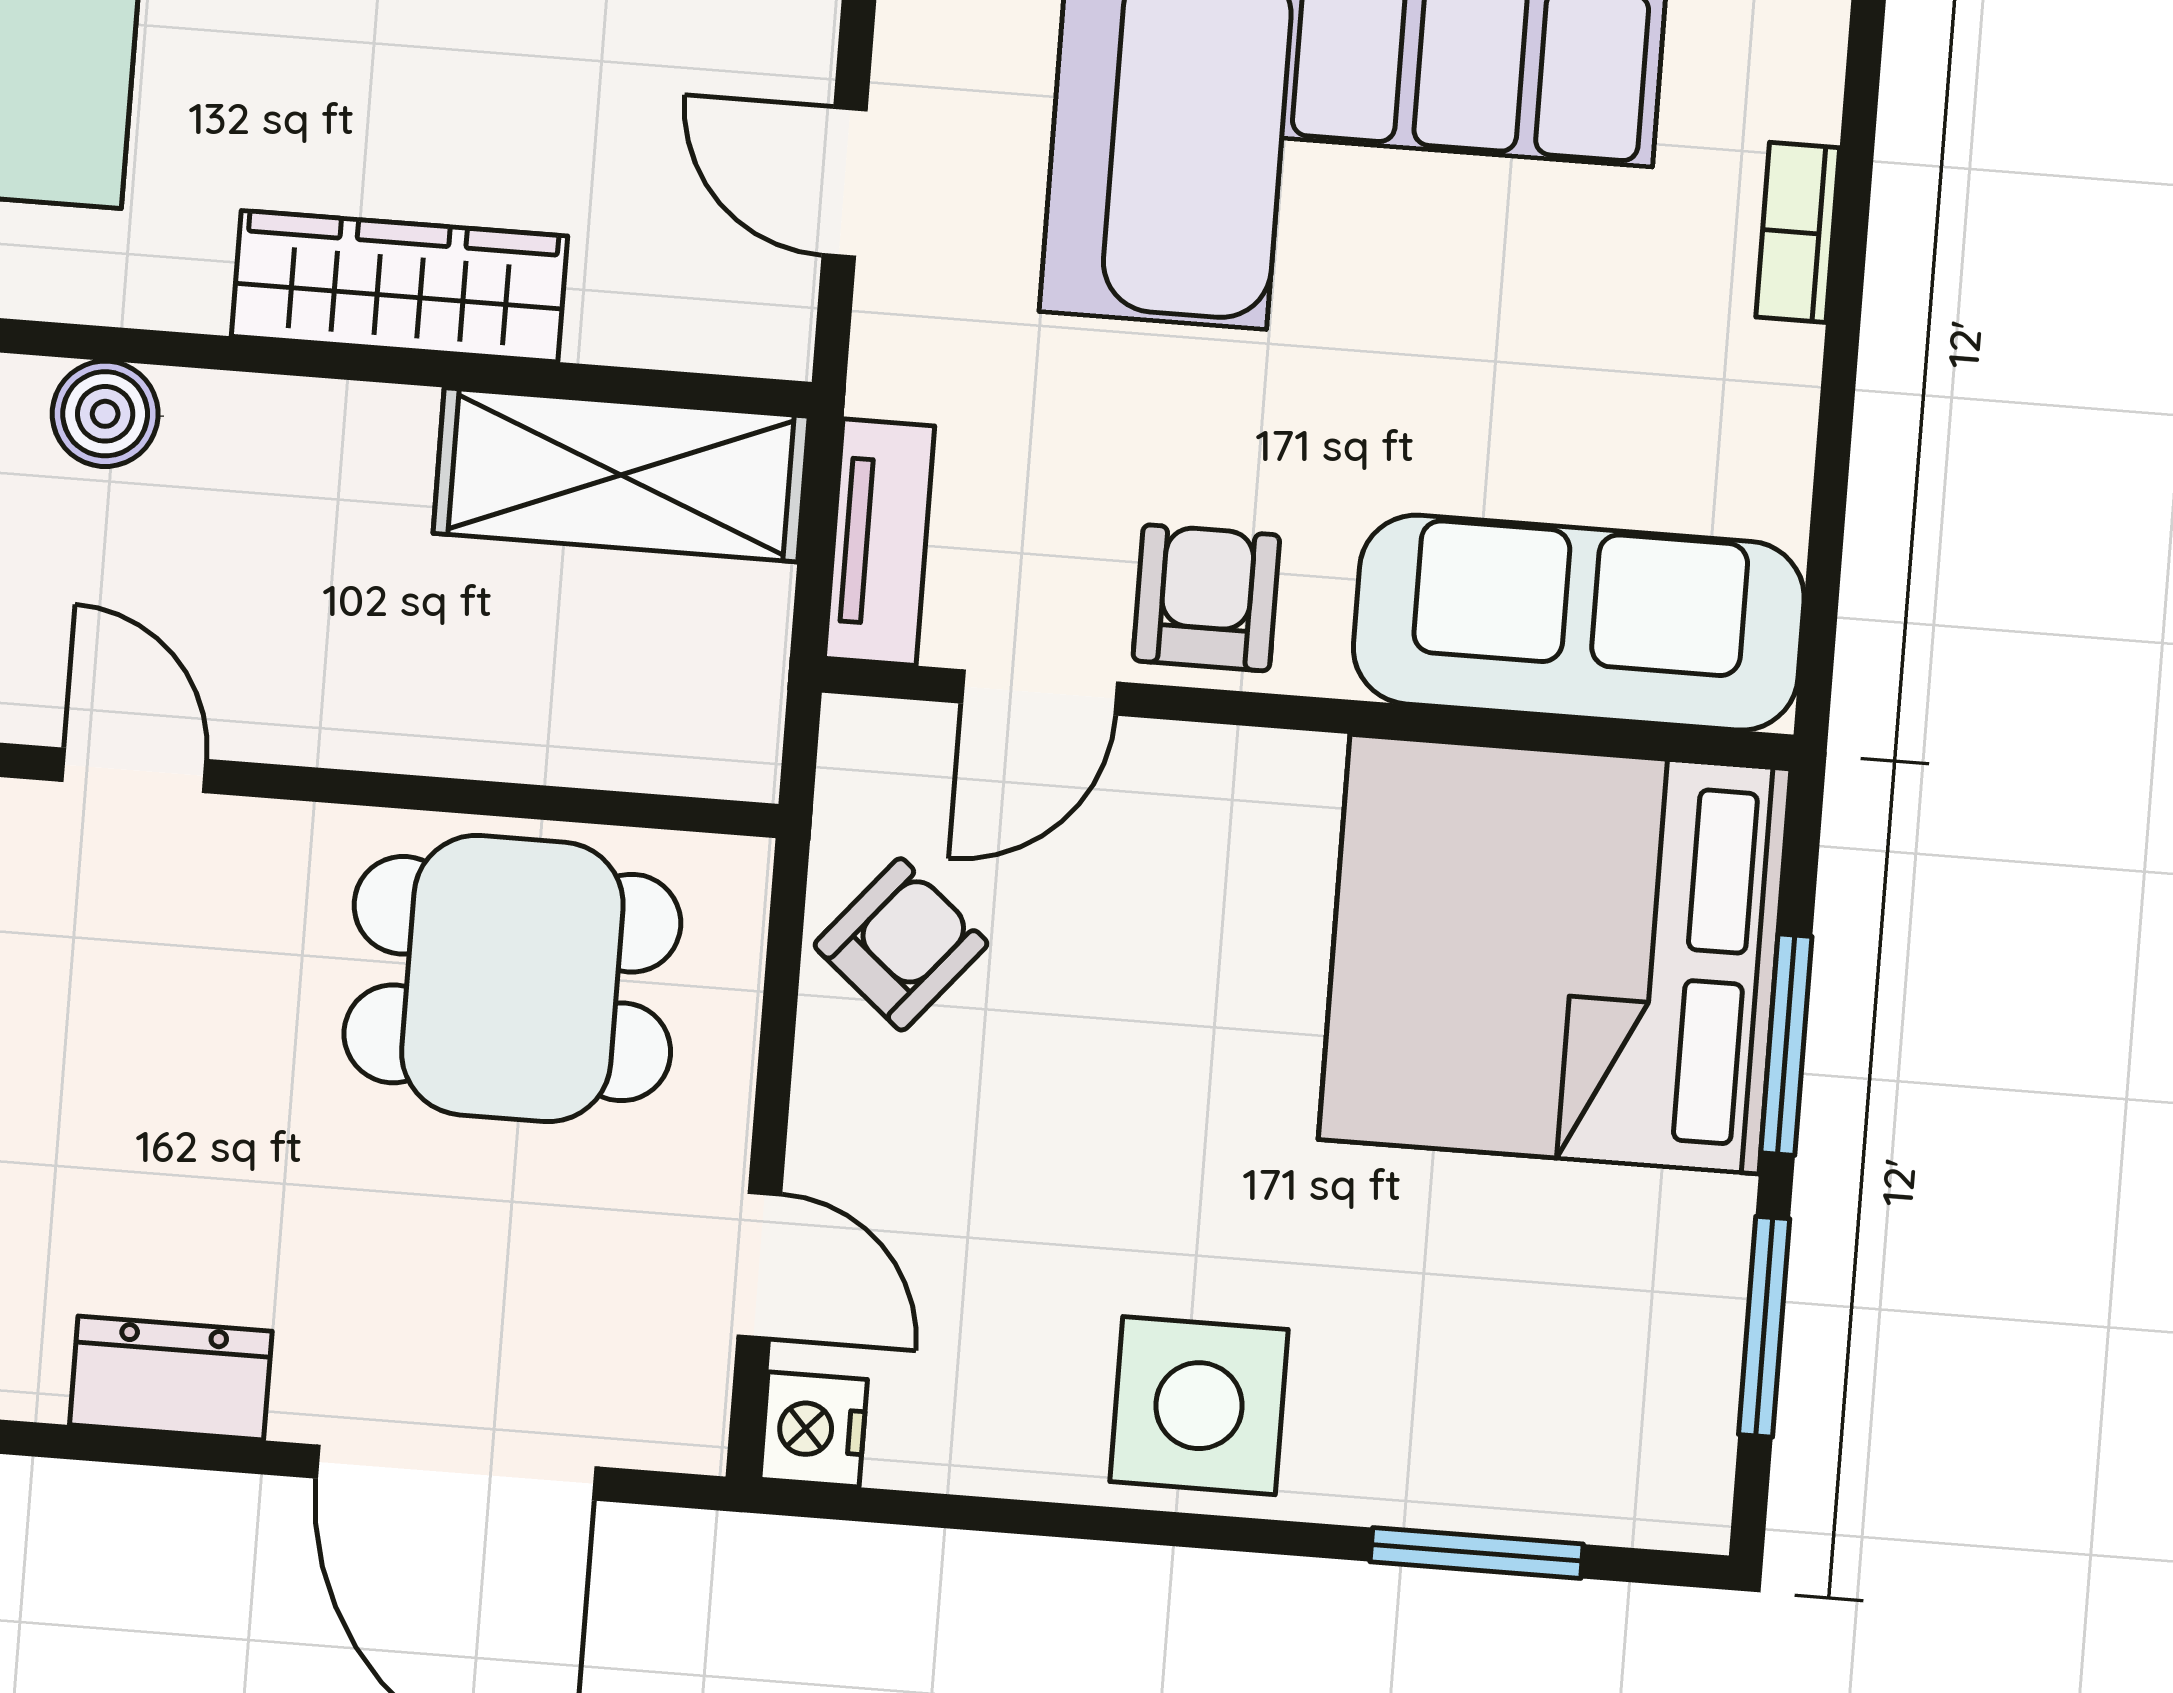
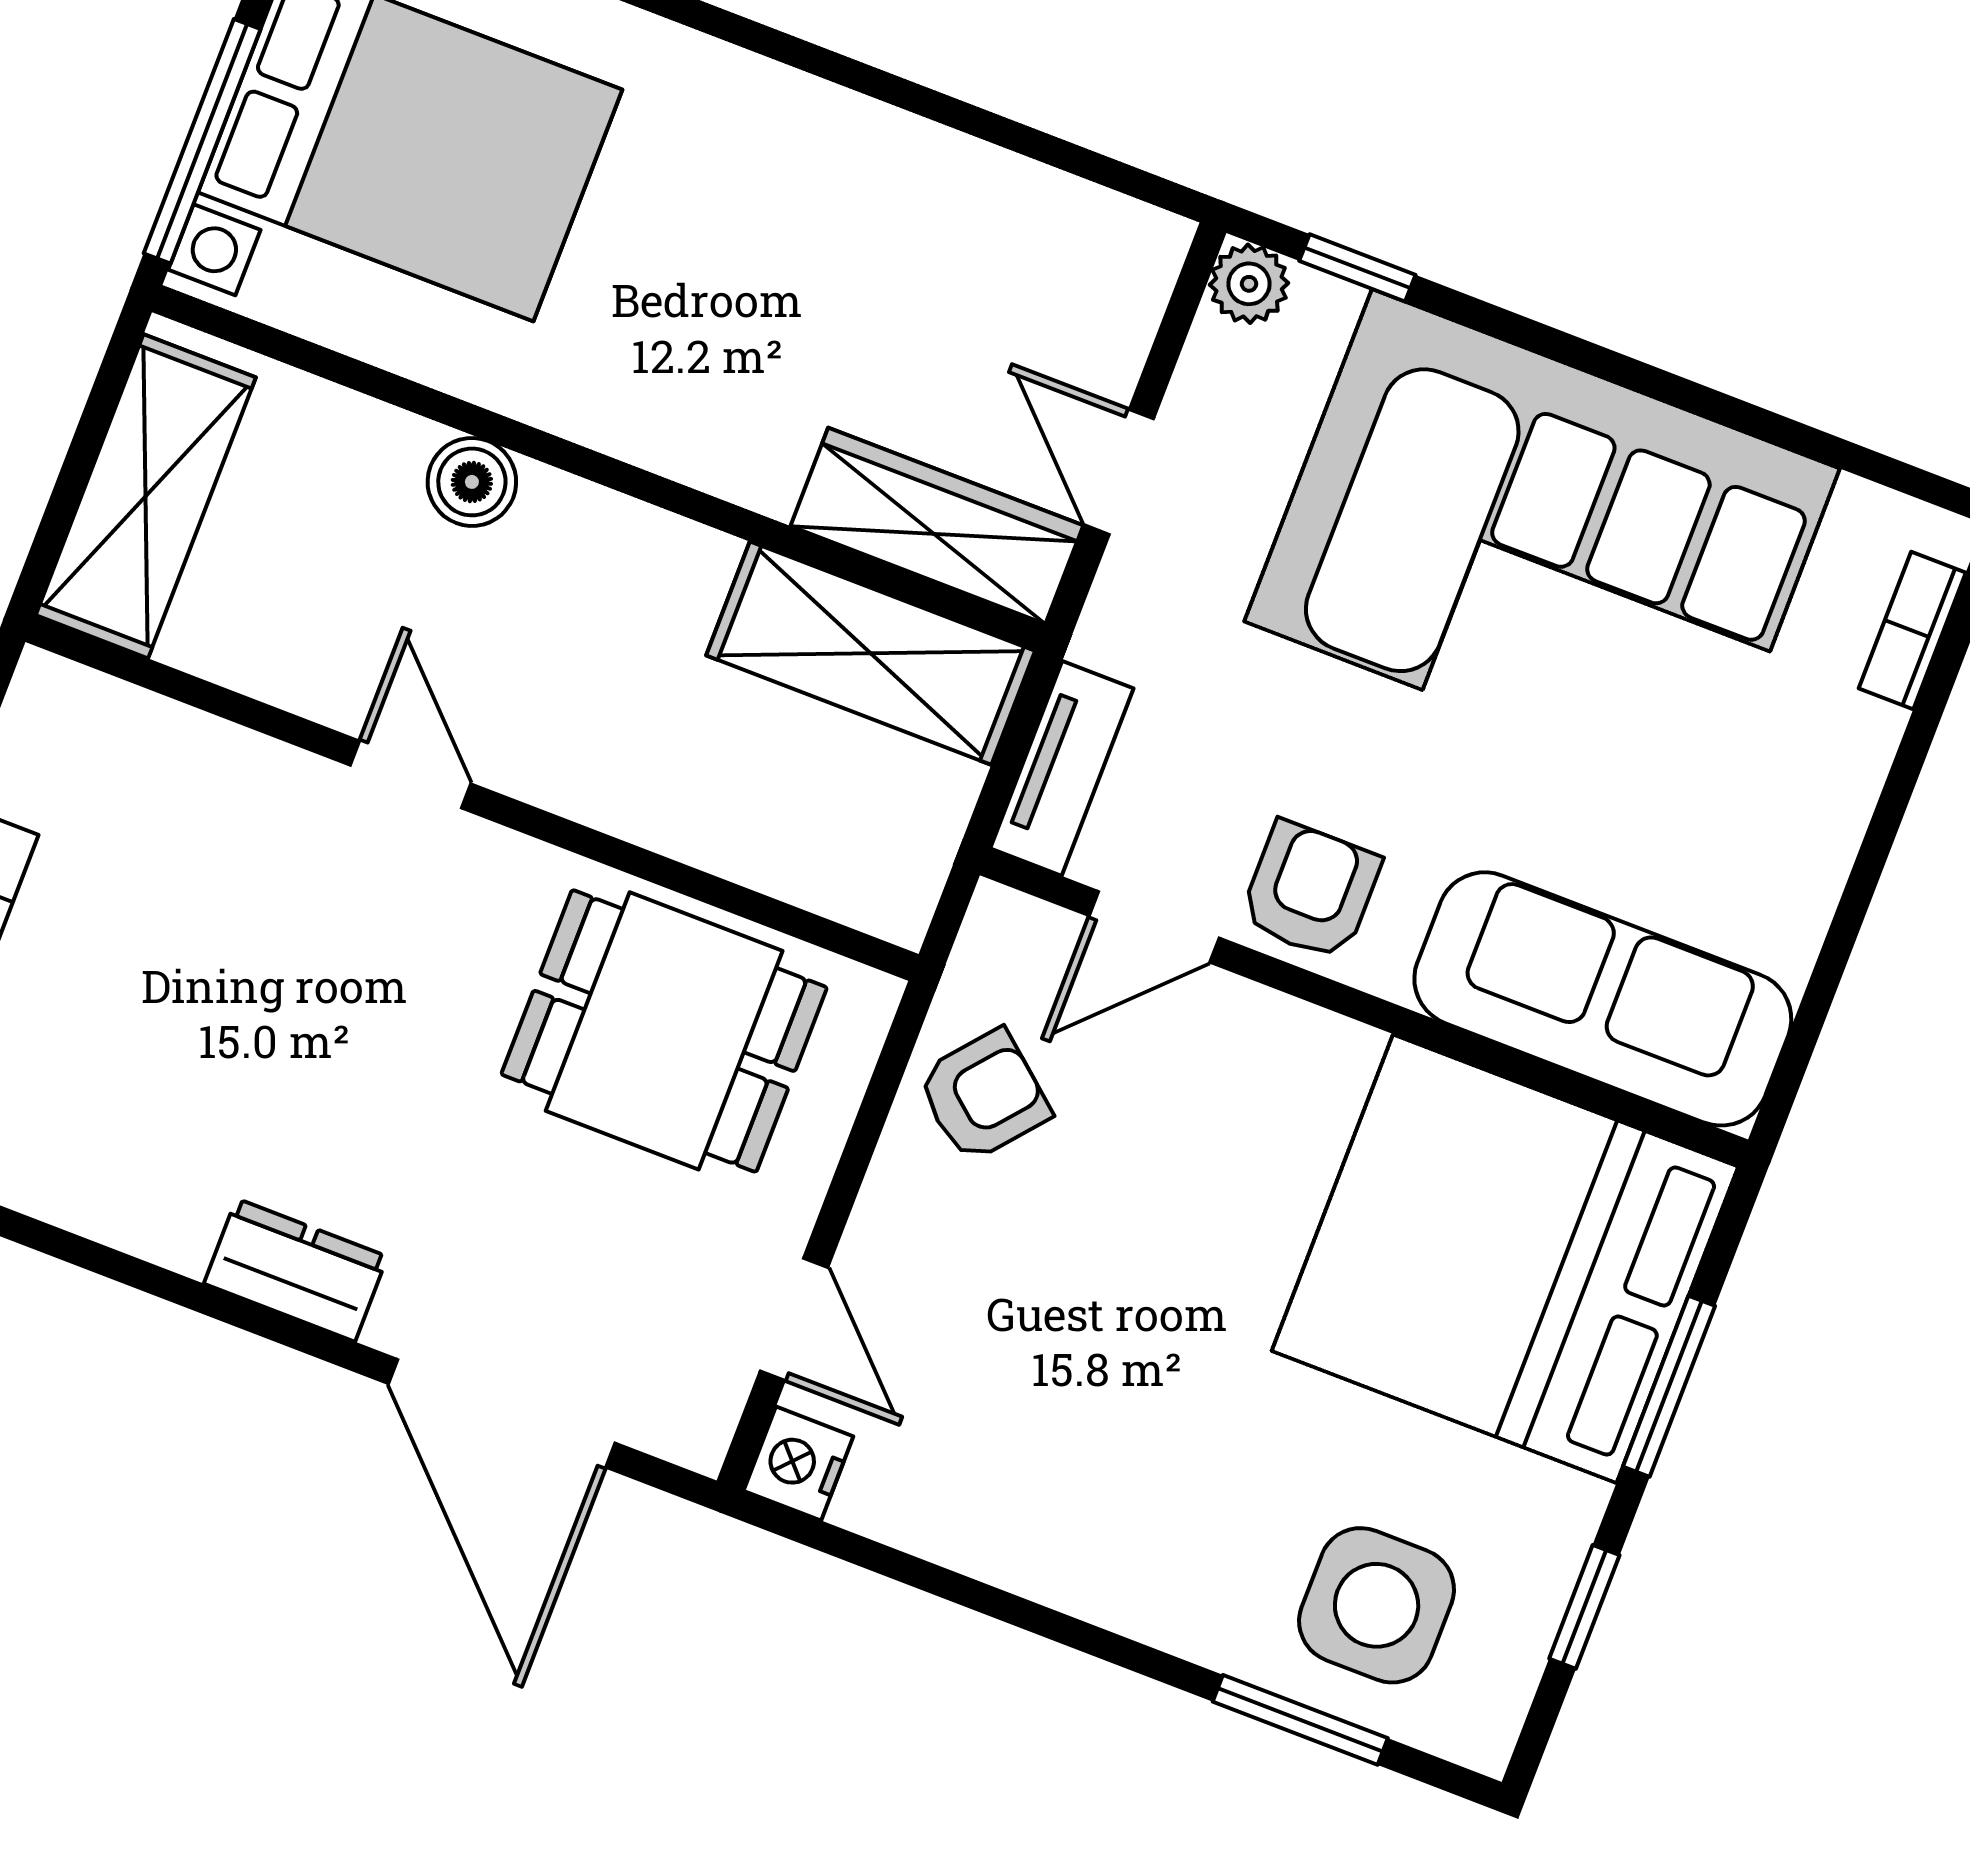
bookcase: (1798, 232) -> (1912, 631), moved
wardrobe: (400, 286) -> (937, 526), moved
window: (1764, 1327) -> (1584, 1607), width x0.67
side table: (1199, 1406) -> (1377, 1605), moved

